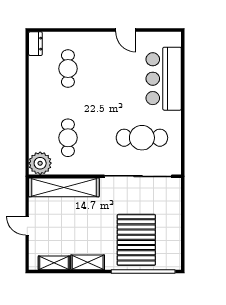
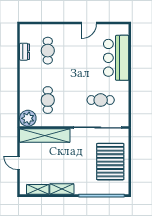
door: (126, 30) -> (89, 23), hinge flipped
dresser: (35, 44) -> (25, 52), moved
cafe table: (142, 138) -> (101, 100), width x0.73, depth x0.74
pallet: (136, 240) -> (110, 162), moved

